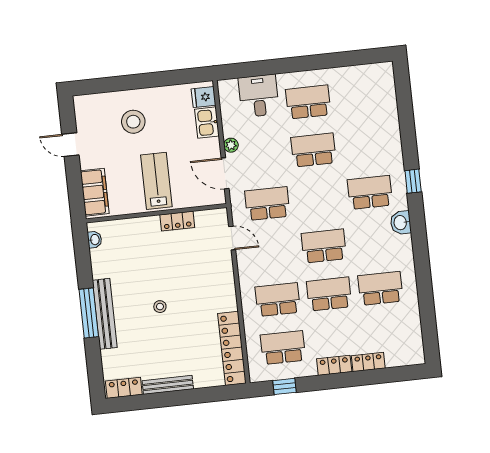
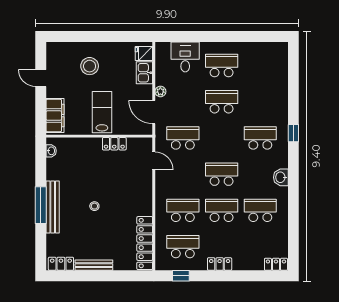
washbasin: (401, 223) -> (281, 177), moved
locker: (368, 362) -> (276, 264), moved

